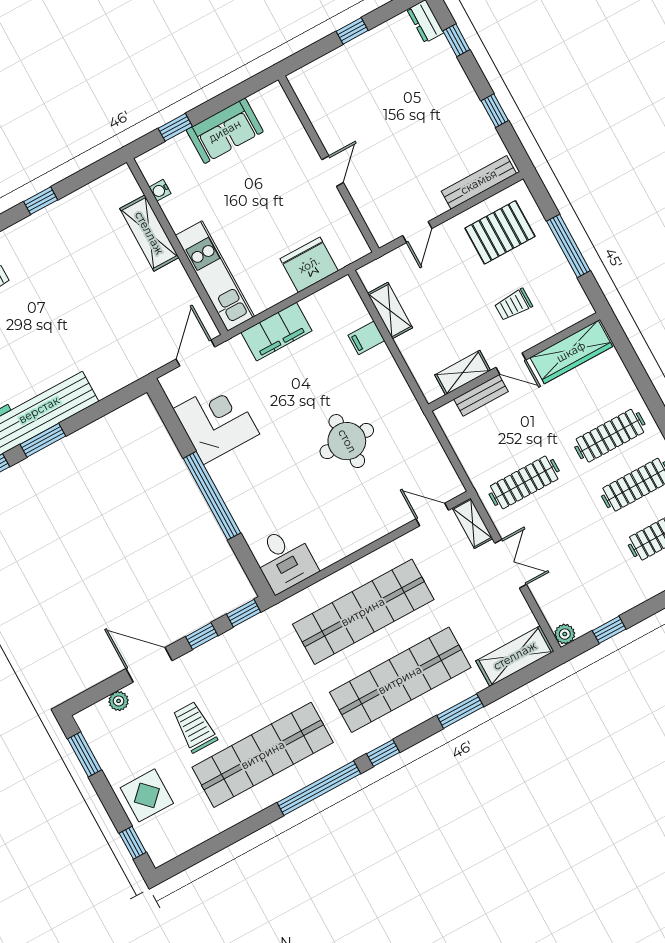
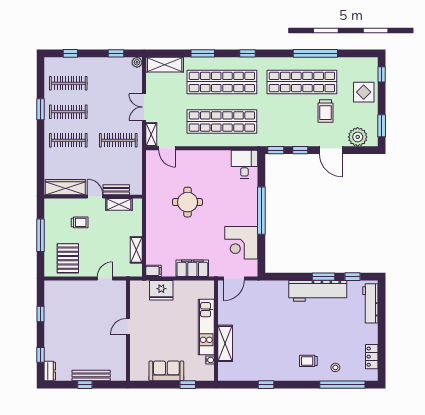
bench: (479, 182) -> (91, 375), moved
pallet: (500, 232) -> (68, 258), turned 90
kitchen unit: (215, 276) -> (206, 327), moved
filing cabinet: (366, 338) -> (154, 271), moved
plant: (119, 701) -> (358, 137), width x1.88, depth x1.88
window: (319, 788) -> (315, 53), moved

